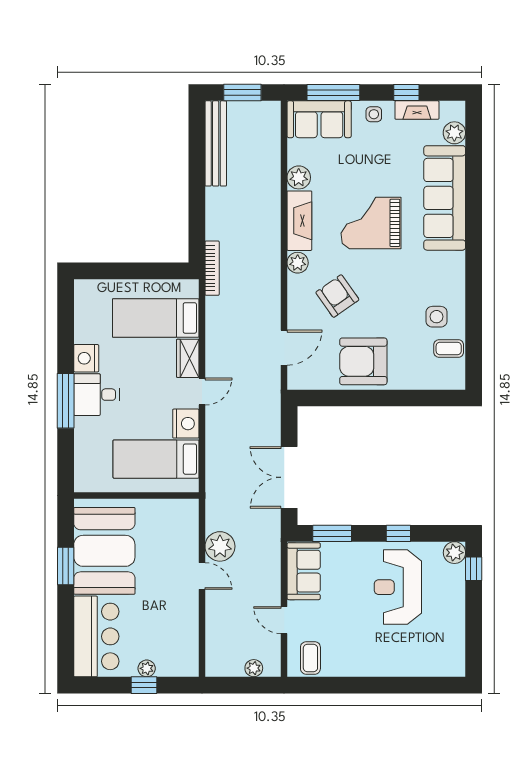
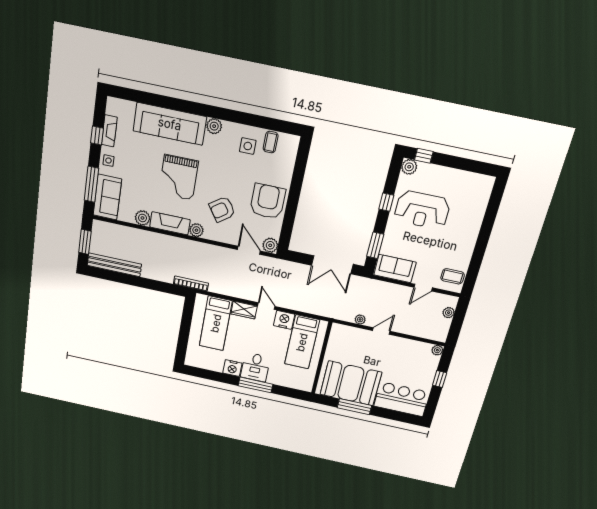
plant: (454, 133) -> (214, 126), moved
armchair: (363, 361) -> (268, 201), turned 180
plant: (299, 378) -> (270, 245), added
plant: (220, 546) -> (360, 319), width x0.53, depth x0.53
window: (66, 566) -> (354, 407), width x1.44
plant: (147, 668) -> (437, 350), moved

